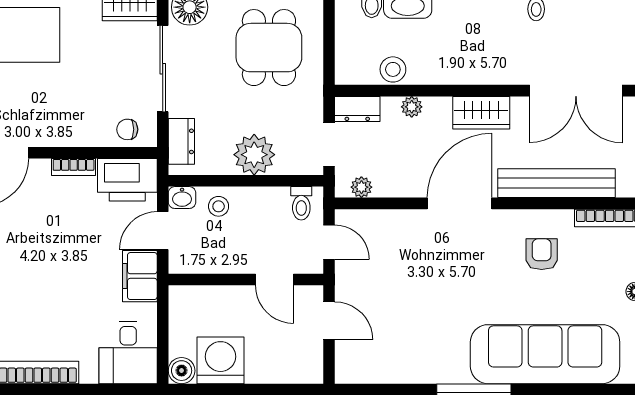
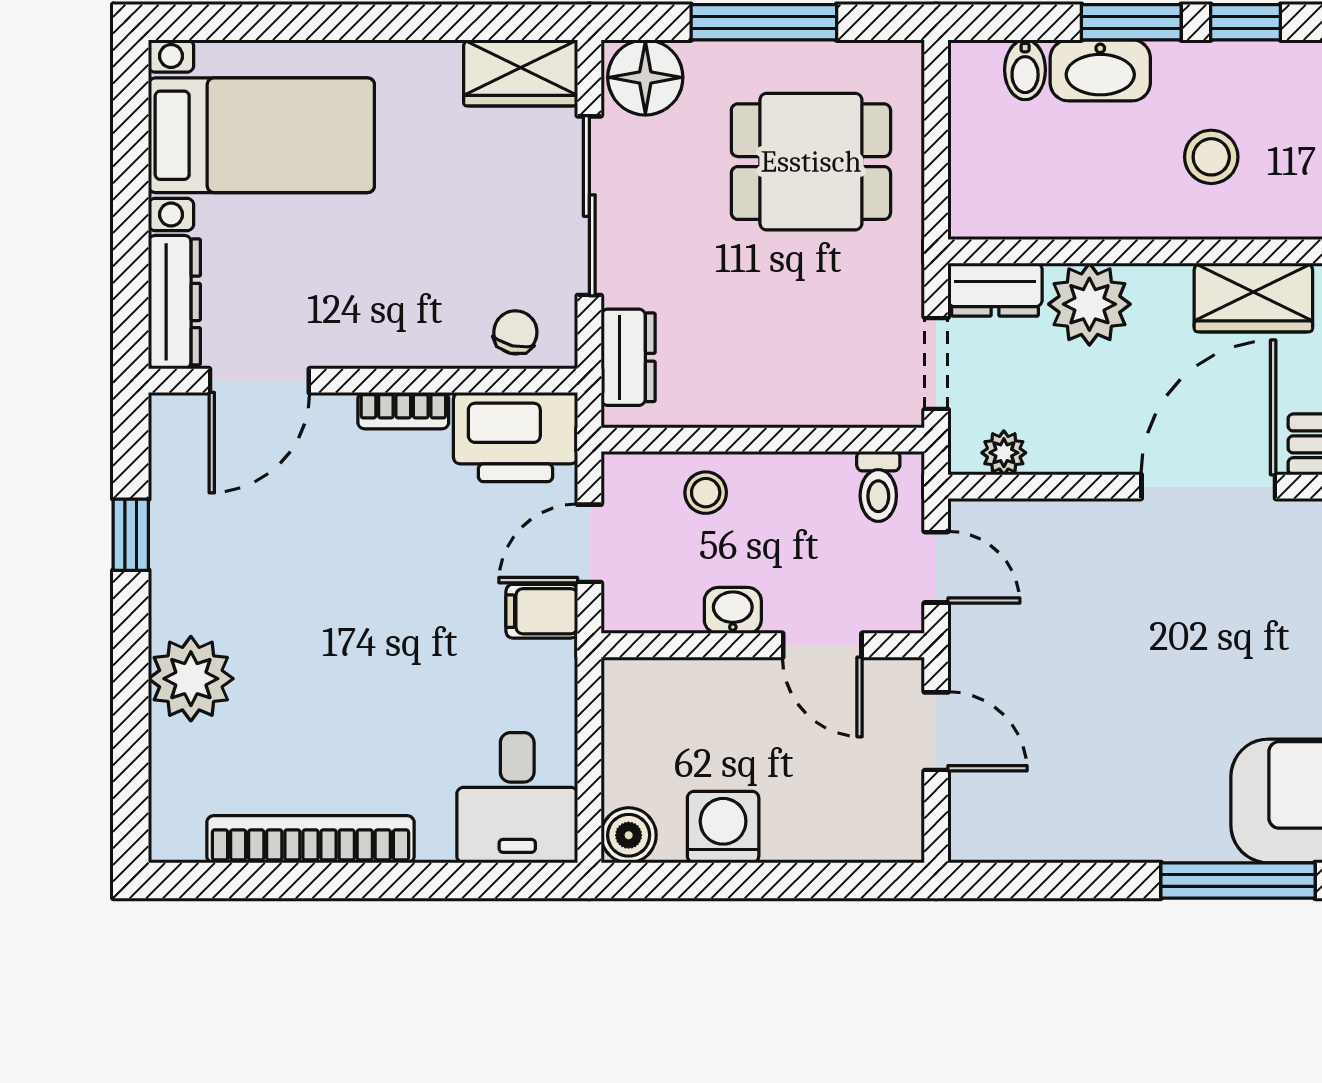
dining table: (269, 48) -> (811, 162), turned 90
stool: (393, 69) -> (1211, 157), moved
plant: (412, 107) -> (1089, 304), width x1.87, depth x1.87
chair: (127, 129) -> (515, 332), turned 103
plant: (254, 155) -> (780, 385), removed
washbasin: (182, 198) -> (733, 610), moved, turned 180
filing cabinet: (140, 276) -> (542, 611), width x0.50
washing machine: (221, 360) -> (723, 827), width x0.73, depth x0.73

